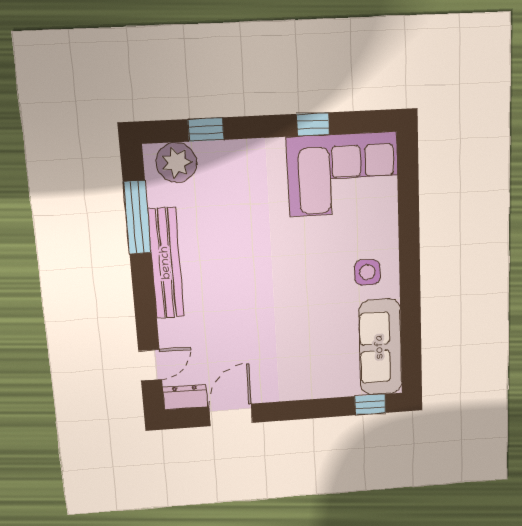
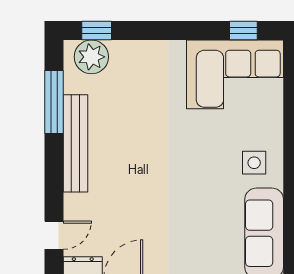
window: (313, 124) -> (243, 30), moved
window: (206, 130) -> (97, 30), moved

